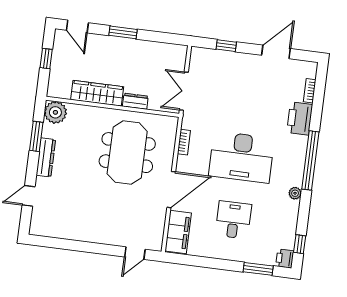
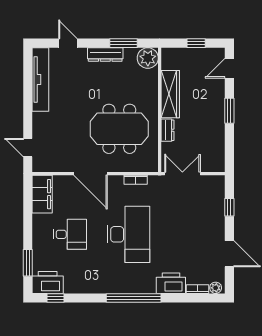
desk: (241, 157) -> (129, 234), turned 180
plant: (295, 193) -> (216, 288), moved
tv unit: (64, 230) -> (40, 80), added
filing cabinet: (178, 232) -> (42, 194), moved, turned -90
printer: (285, 258) -> (48, 282), width x1.87, depth x1.48

